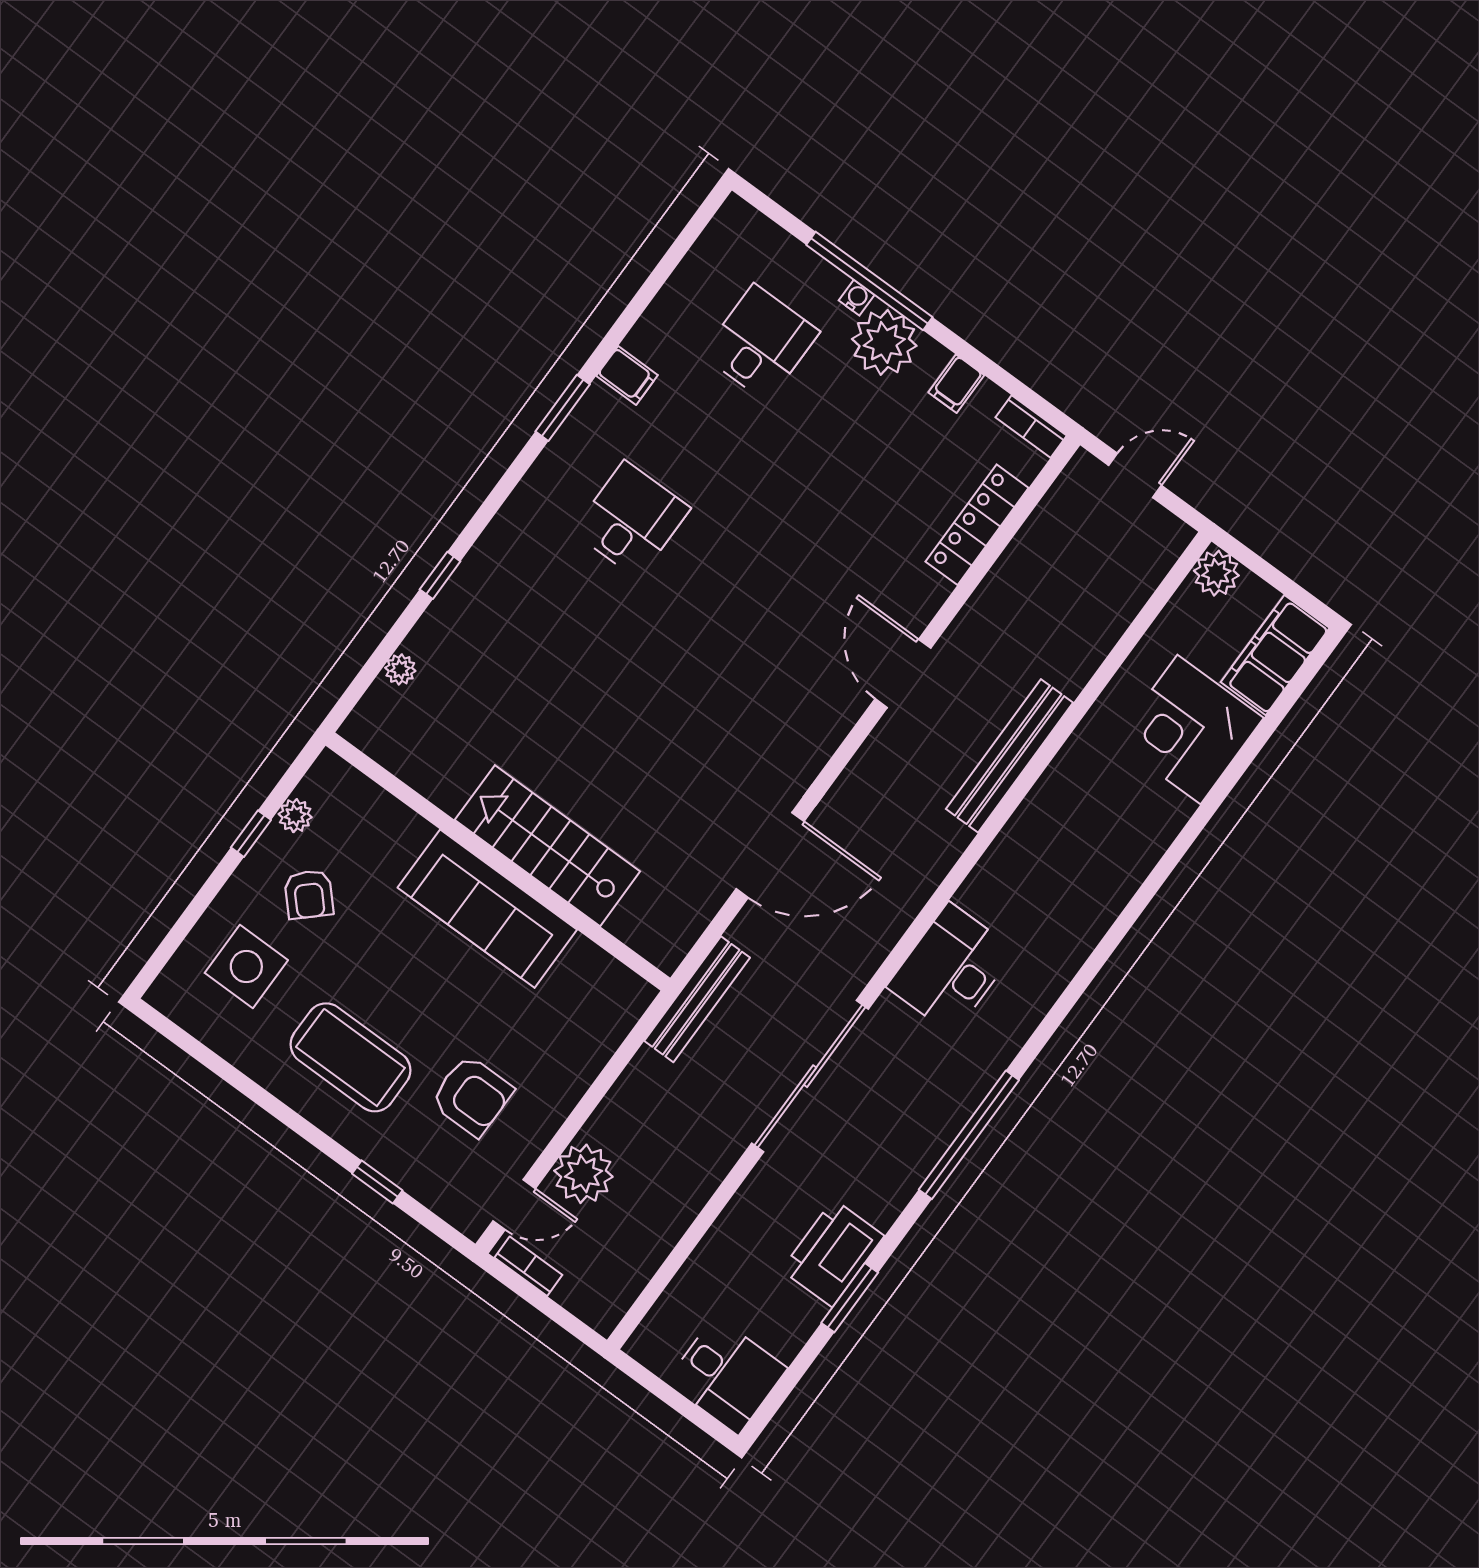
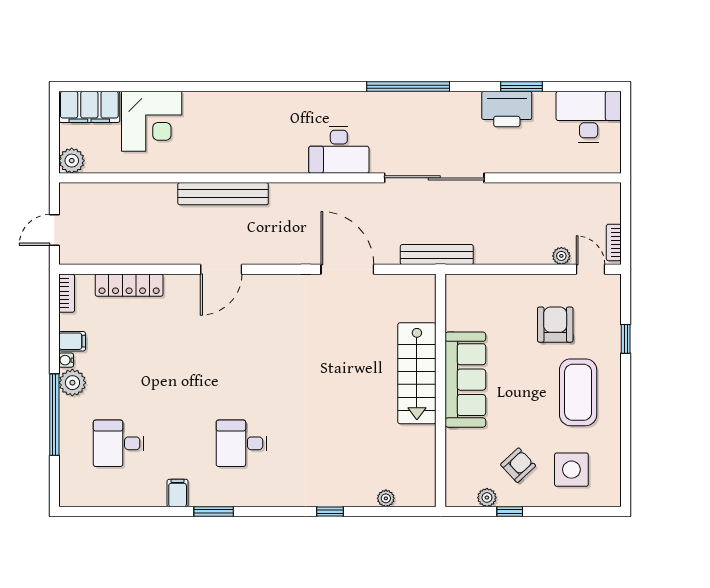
water cooler: (857, 298) -> (66, 360), moved
plant: (884, 342) -> (72, 383), width x0.73, depth x0.73
door: (1135, 475) -> (54, 230), hinge flipped
plant: (583, 1174) -> (561, 256), width x0.53, depth x0.53
desk: (727, 1375) -> (589, 117), width x1.37

